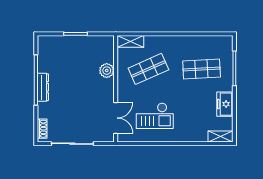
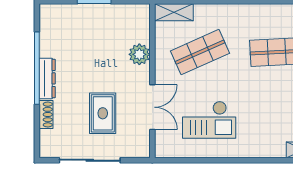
rug: (81, 111) -> (103, 113), added
double door: (116, 118) -> (152, 107), moved
shoe rack: (42, 129) -> (46, 115), moved

